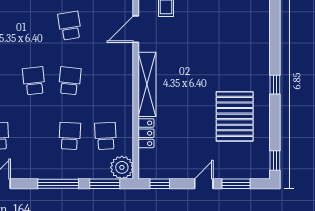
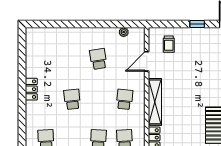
school desk: (70, 81) -> (125, 99), moved

